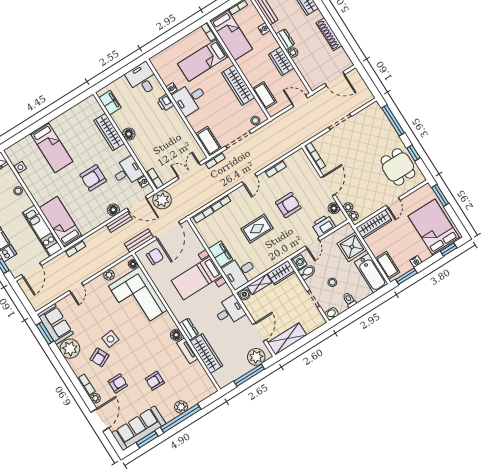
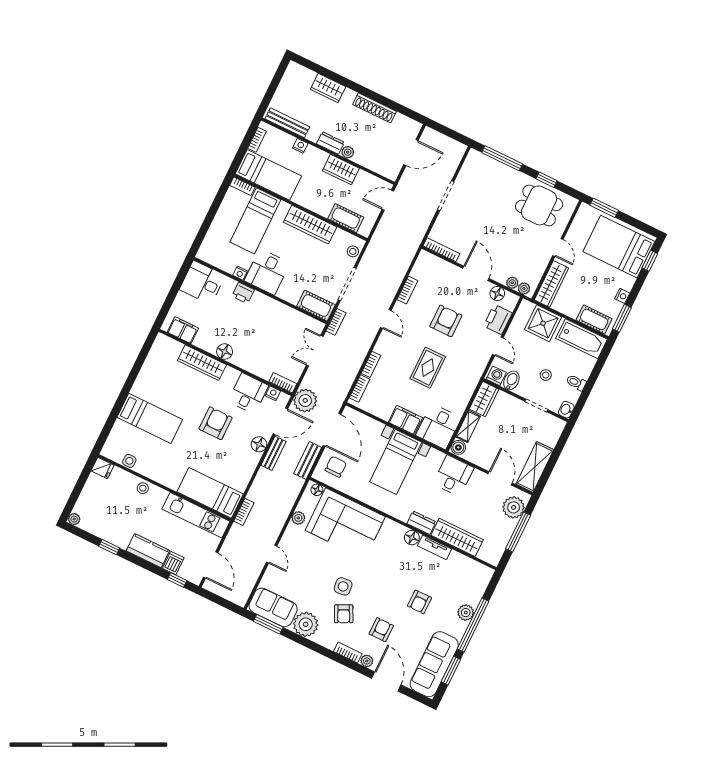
armchair: (93, 178) -> (216, 423), turned 180

